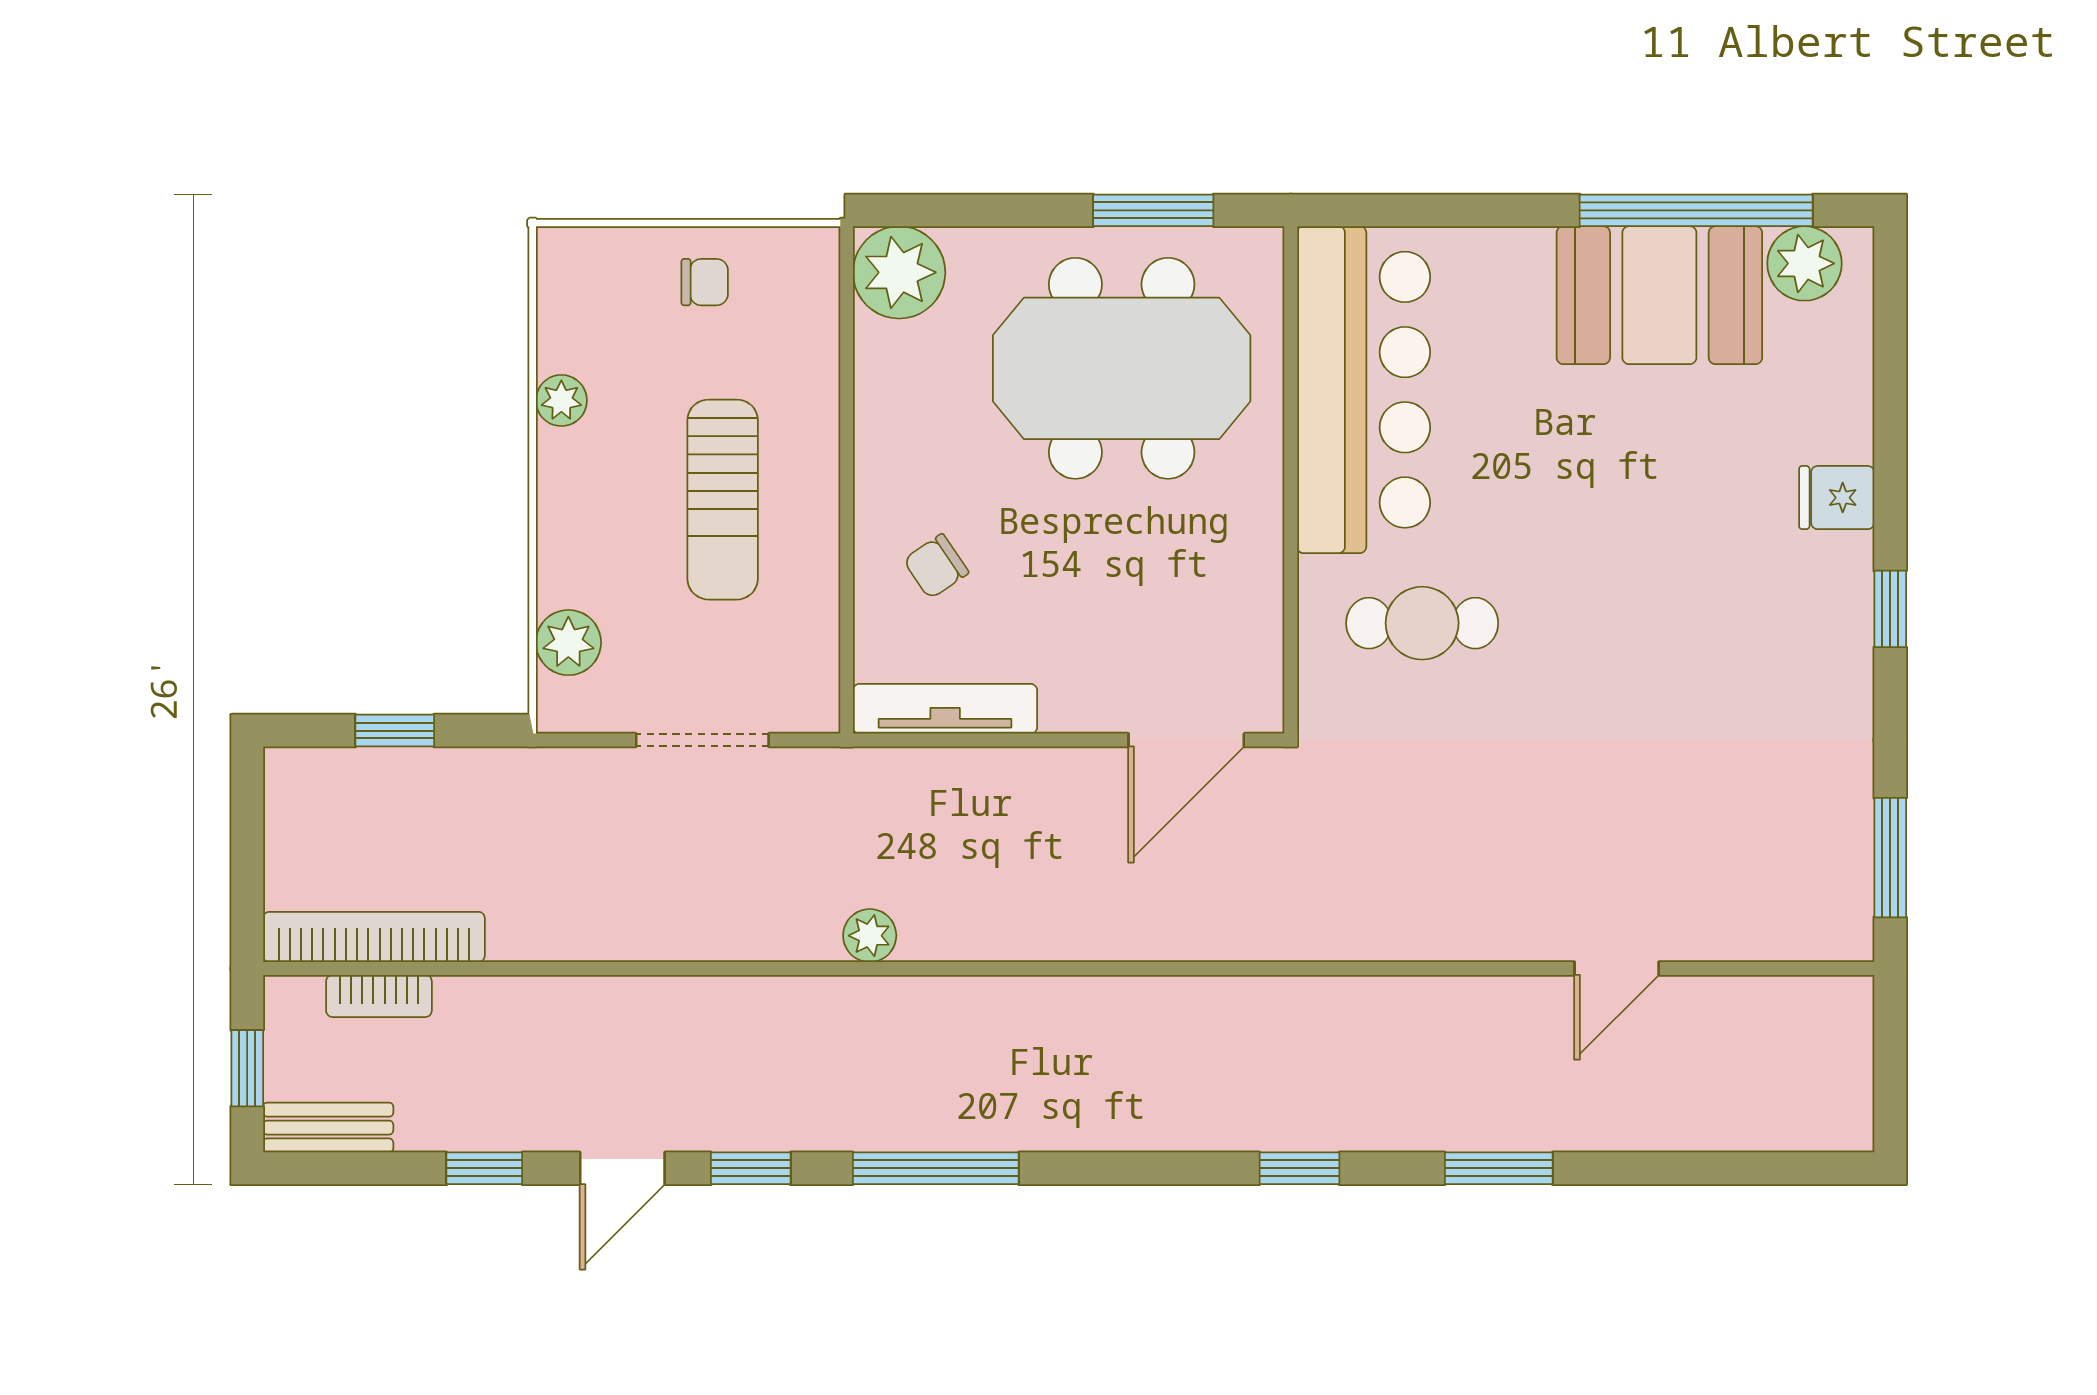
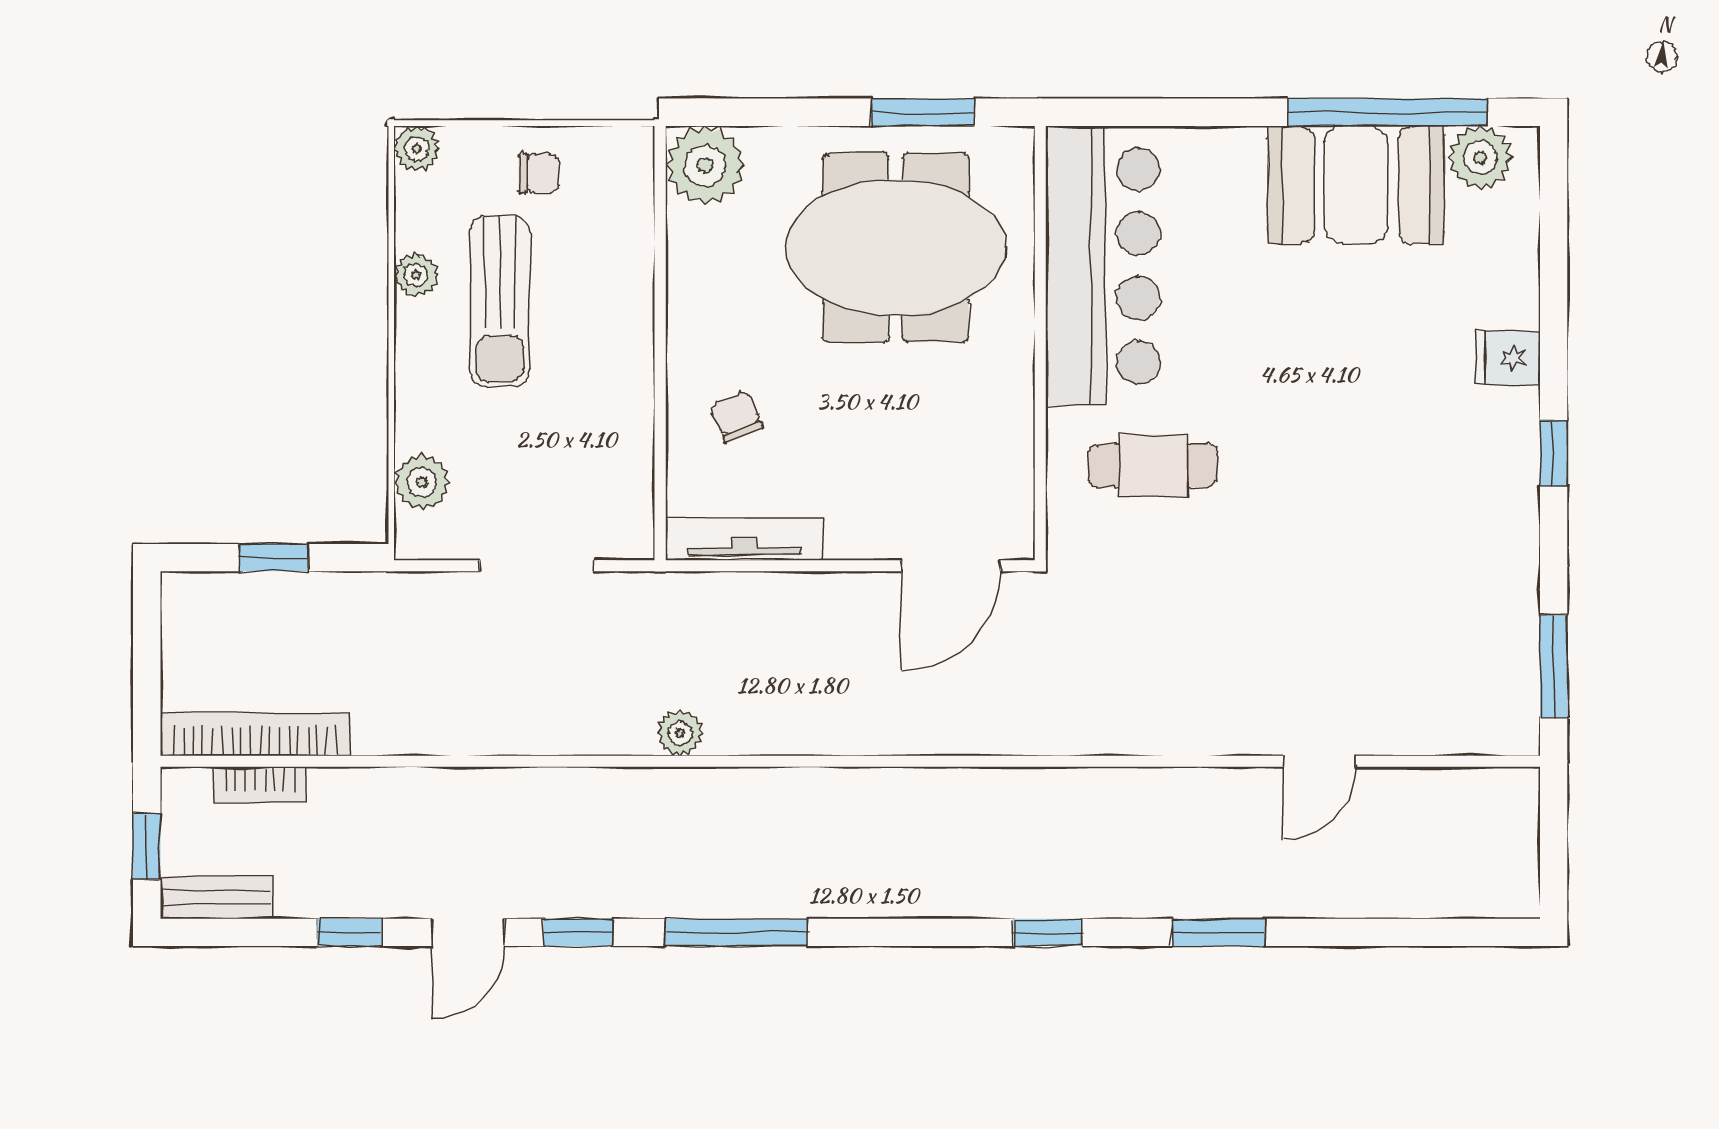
plant: (562, 253) -> (417, 149), added
sun lounger: (723, 500) -> (500, 301), moved
chair: (936, 566) -> (737, 417), turned 102

